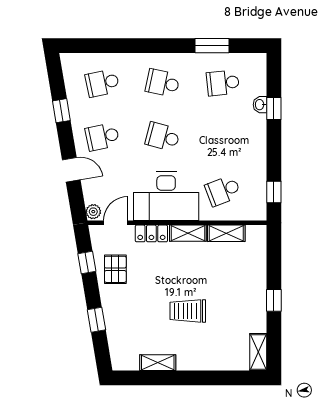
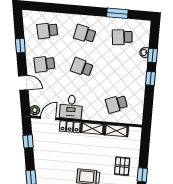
window: (274, 192) -> (151, 78), moved
desk: (166, 196) -> (71, 107), width x0.53, depth x0.77
pallet: (115, 269) -> (122, 166), moved

